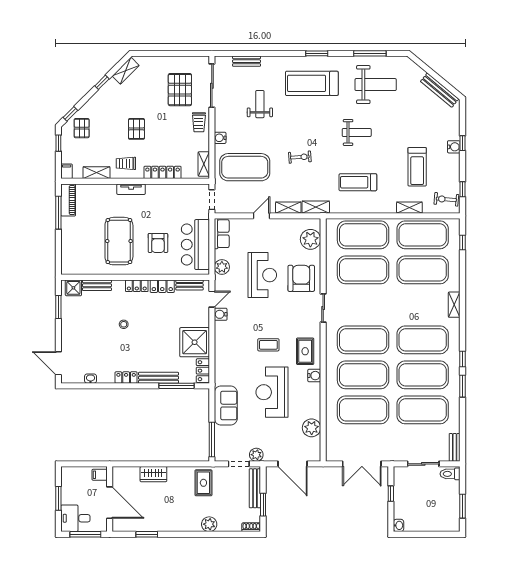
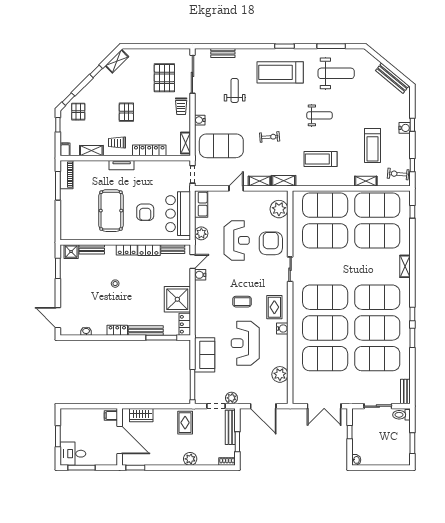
filing cabinet: (100, 475) -> (111, 416), moved
wall: (110, 499) -> (120, 437), moved
door: (110, 503) -> (120, 440), moved

